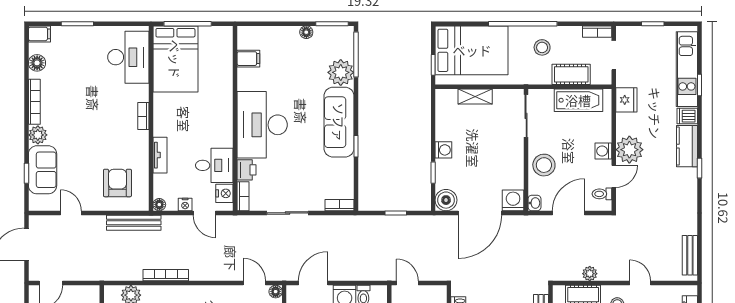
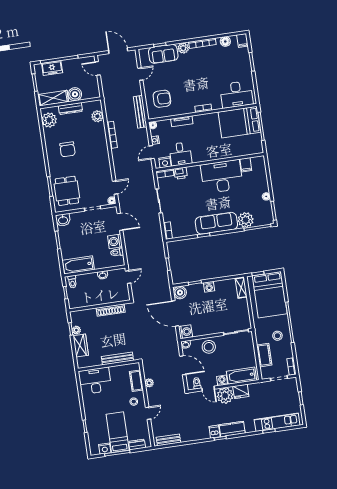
shelving: (475, 97) -> (241, 288), moved
bathtub: (578, 100) -> (241, 376), moved, turned 90
fridge: (626, 100) -> (241, 391), moved
dishwasher: (687, 116) -> (215, 432), moved
desk: (262, 125) -> (222, 177), moved

